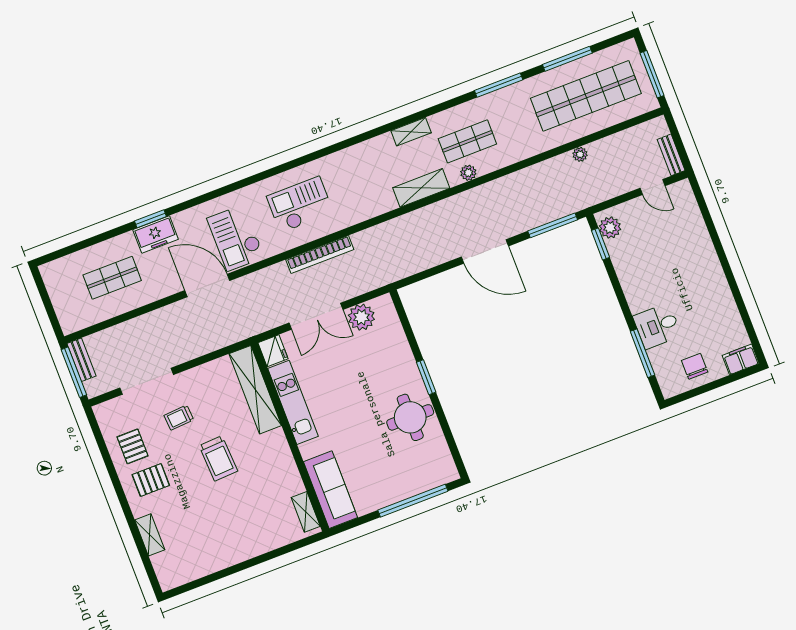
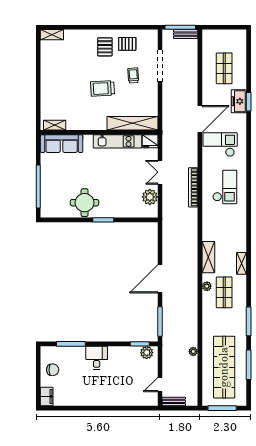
double door: (316, 316) -> (160, 172), width x0.73
desk: (657, 326) -> (97, 358), moved
shelving: (150, 535) -> (52, 35), moved

